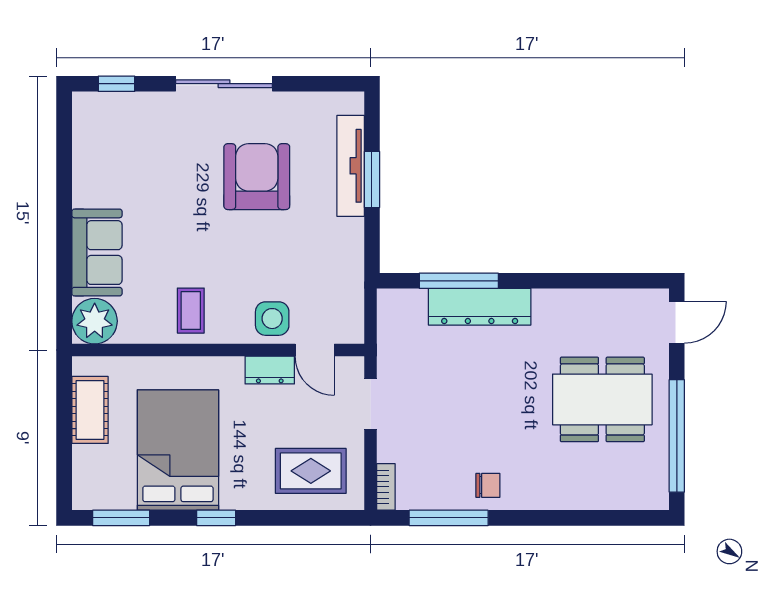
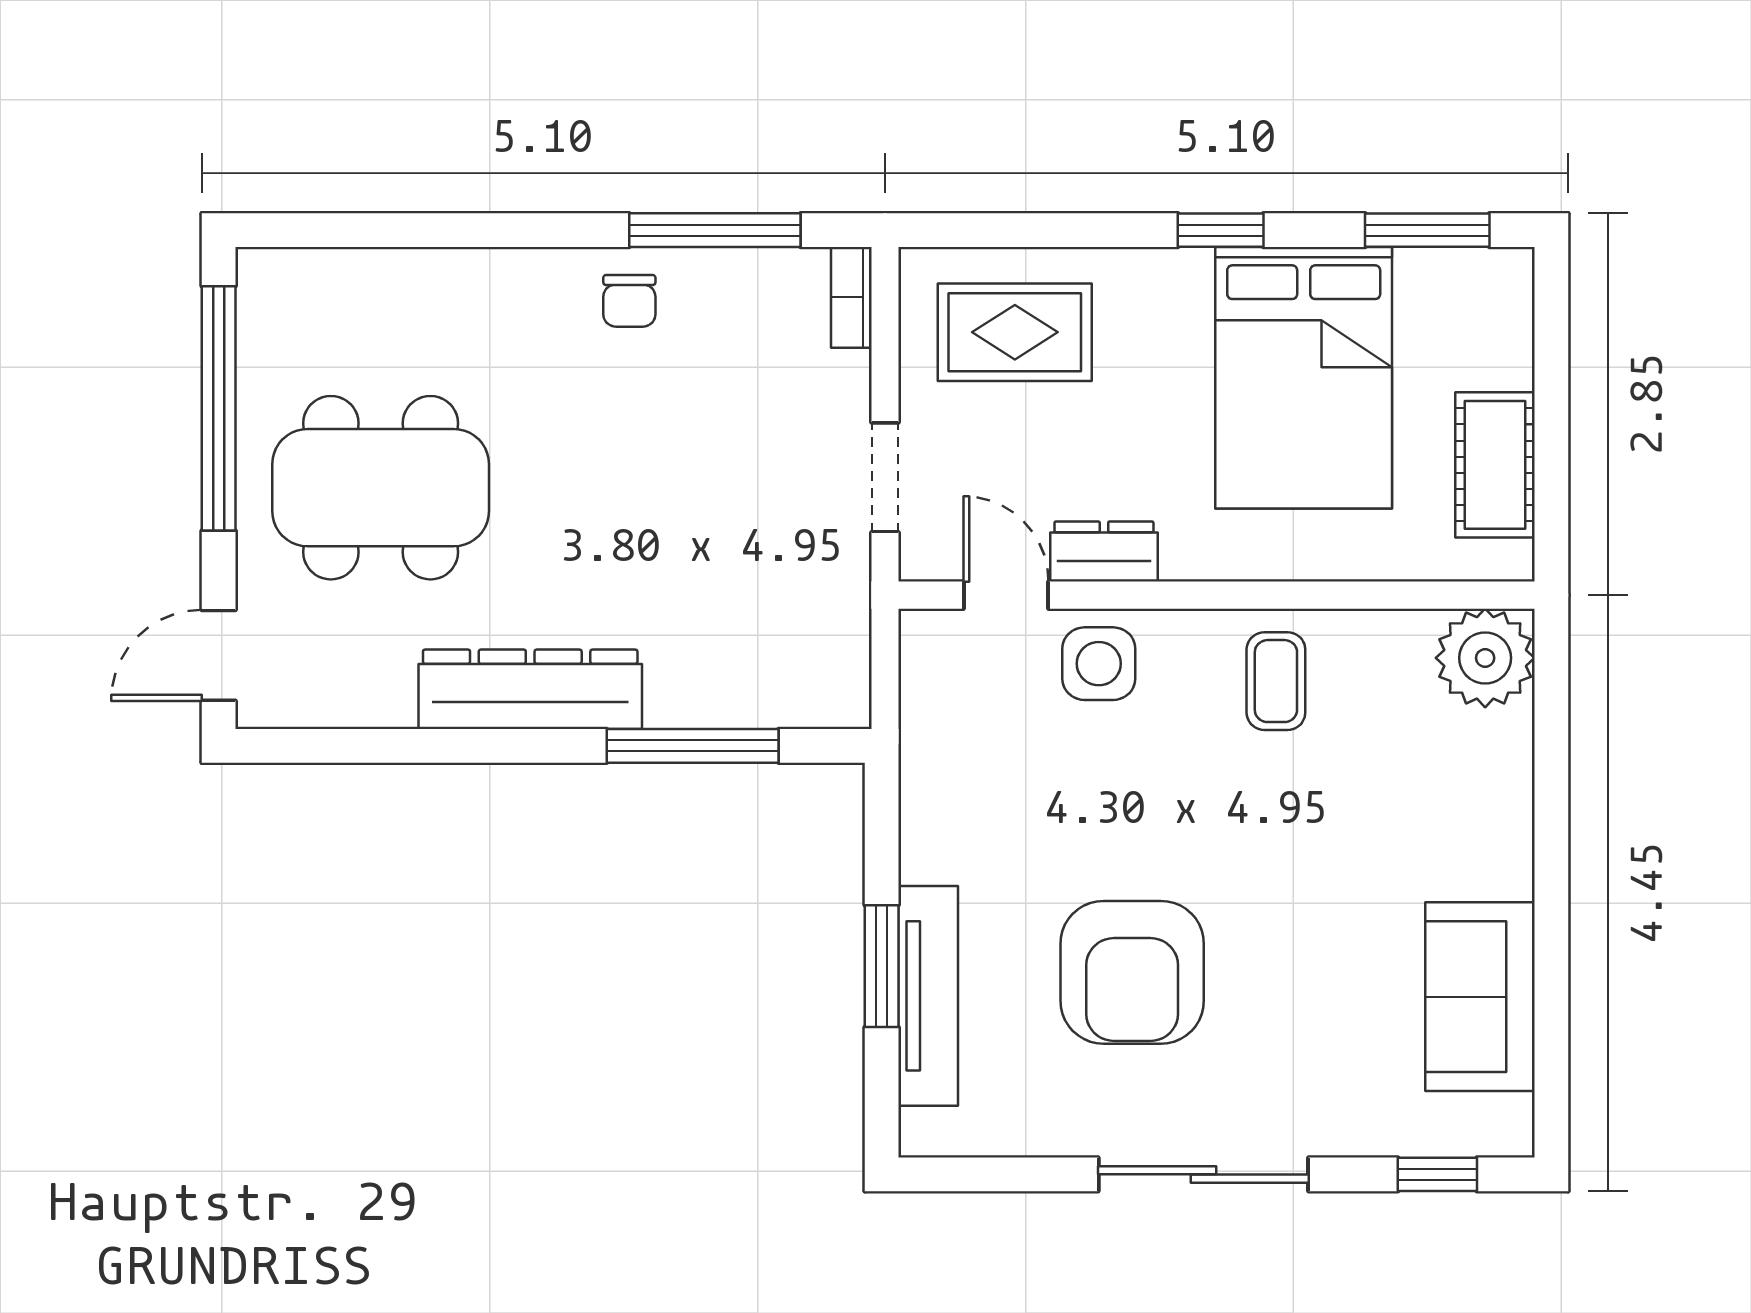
sofa: (97, 253) -> (1480, 997), moved
dresser: (480, 307) -> (530, 689), moved
chair: (488, 485) -> (629, 301), turned -90

